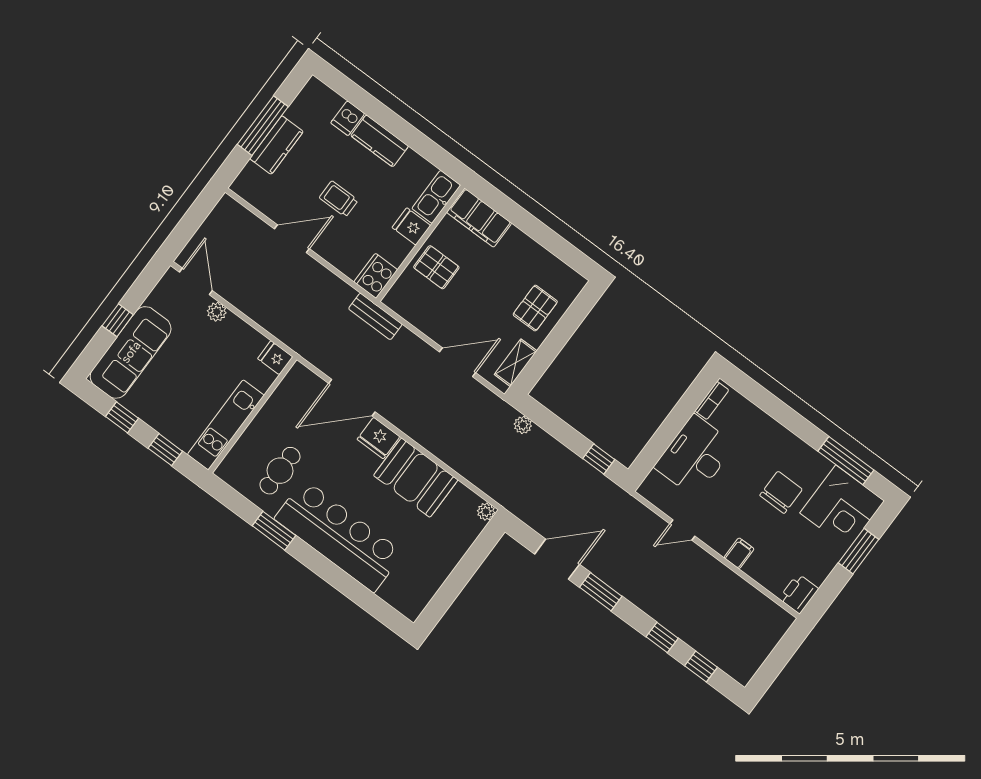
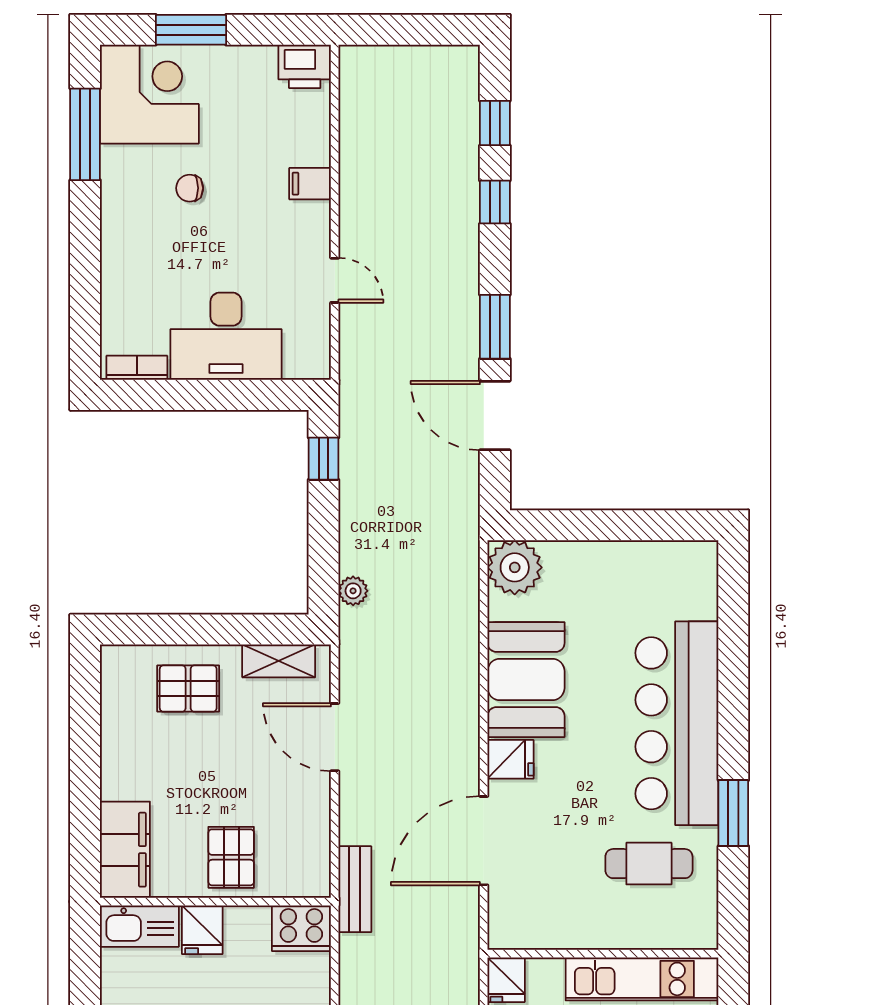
door: (352, 398) -> (484, 841), swing flipped
fridge: (378, 438) -> (510, 759), width x0.72
chair: (781, 492) -> (190, 188), width x0.54, depth x0.54
plant: (486, 512) -> (515, 567), width x1.87, depth x1.87

